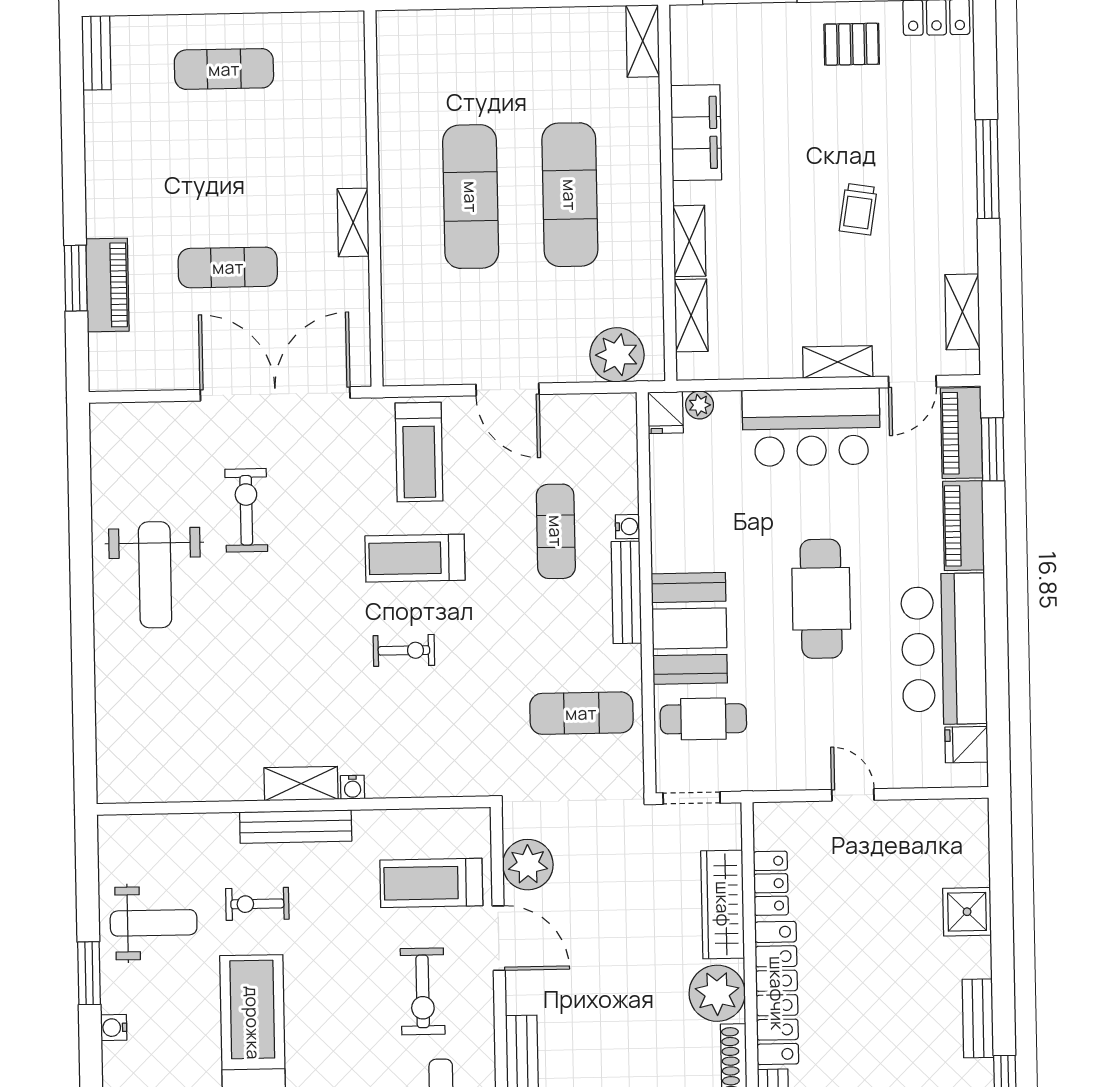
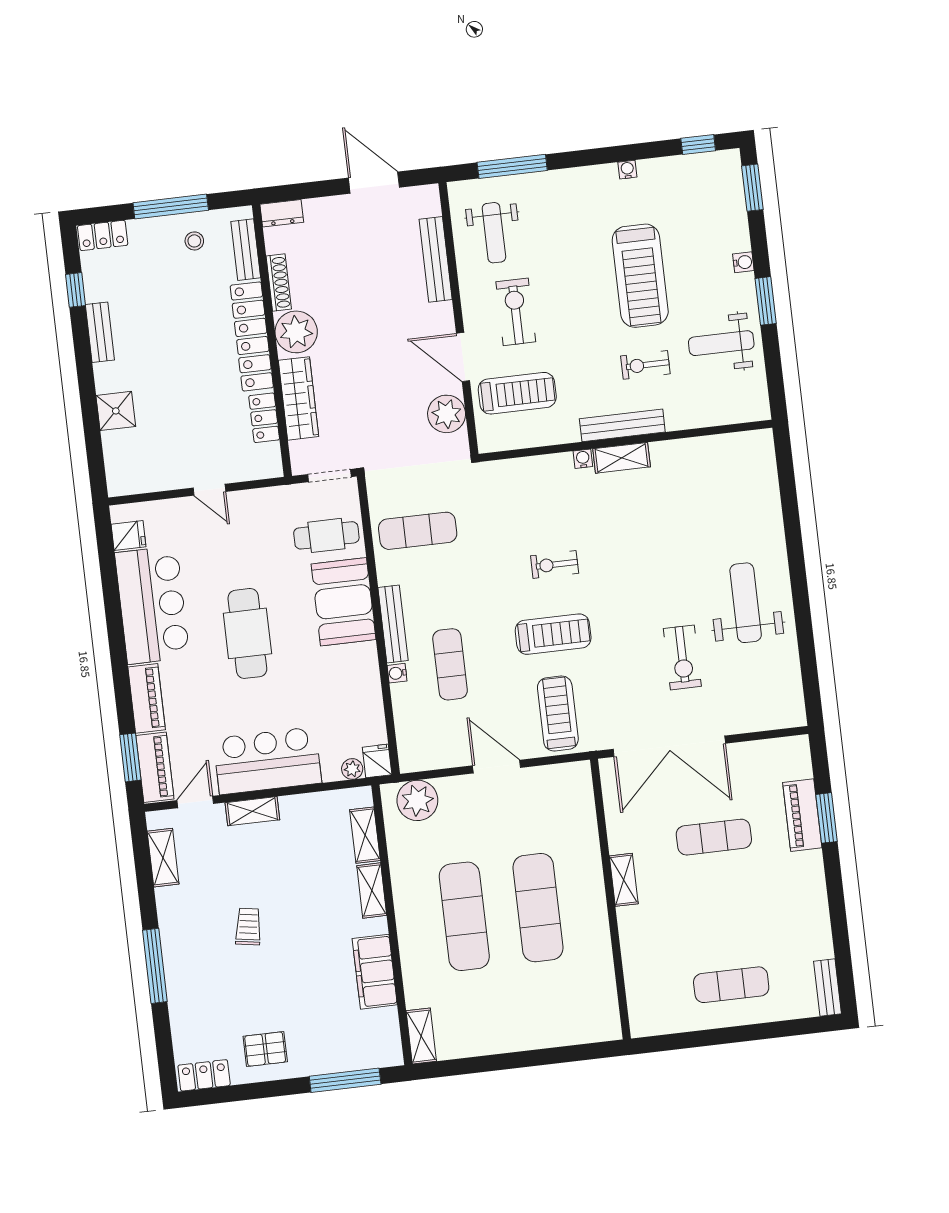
exercise bike: (257, 904) -> (645, 365), turned 180

